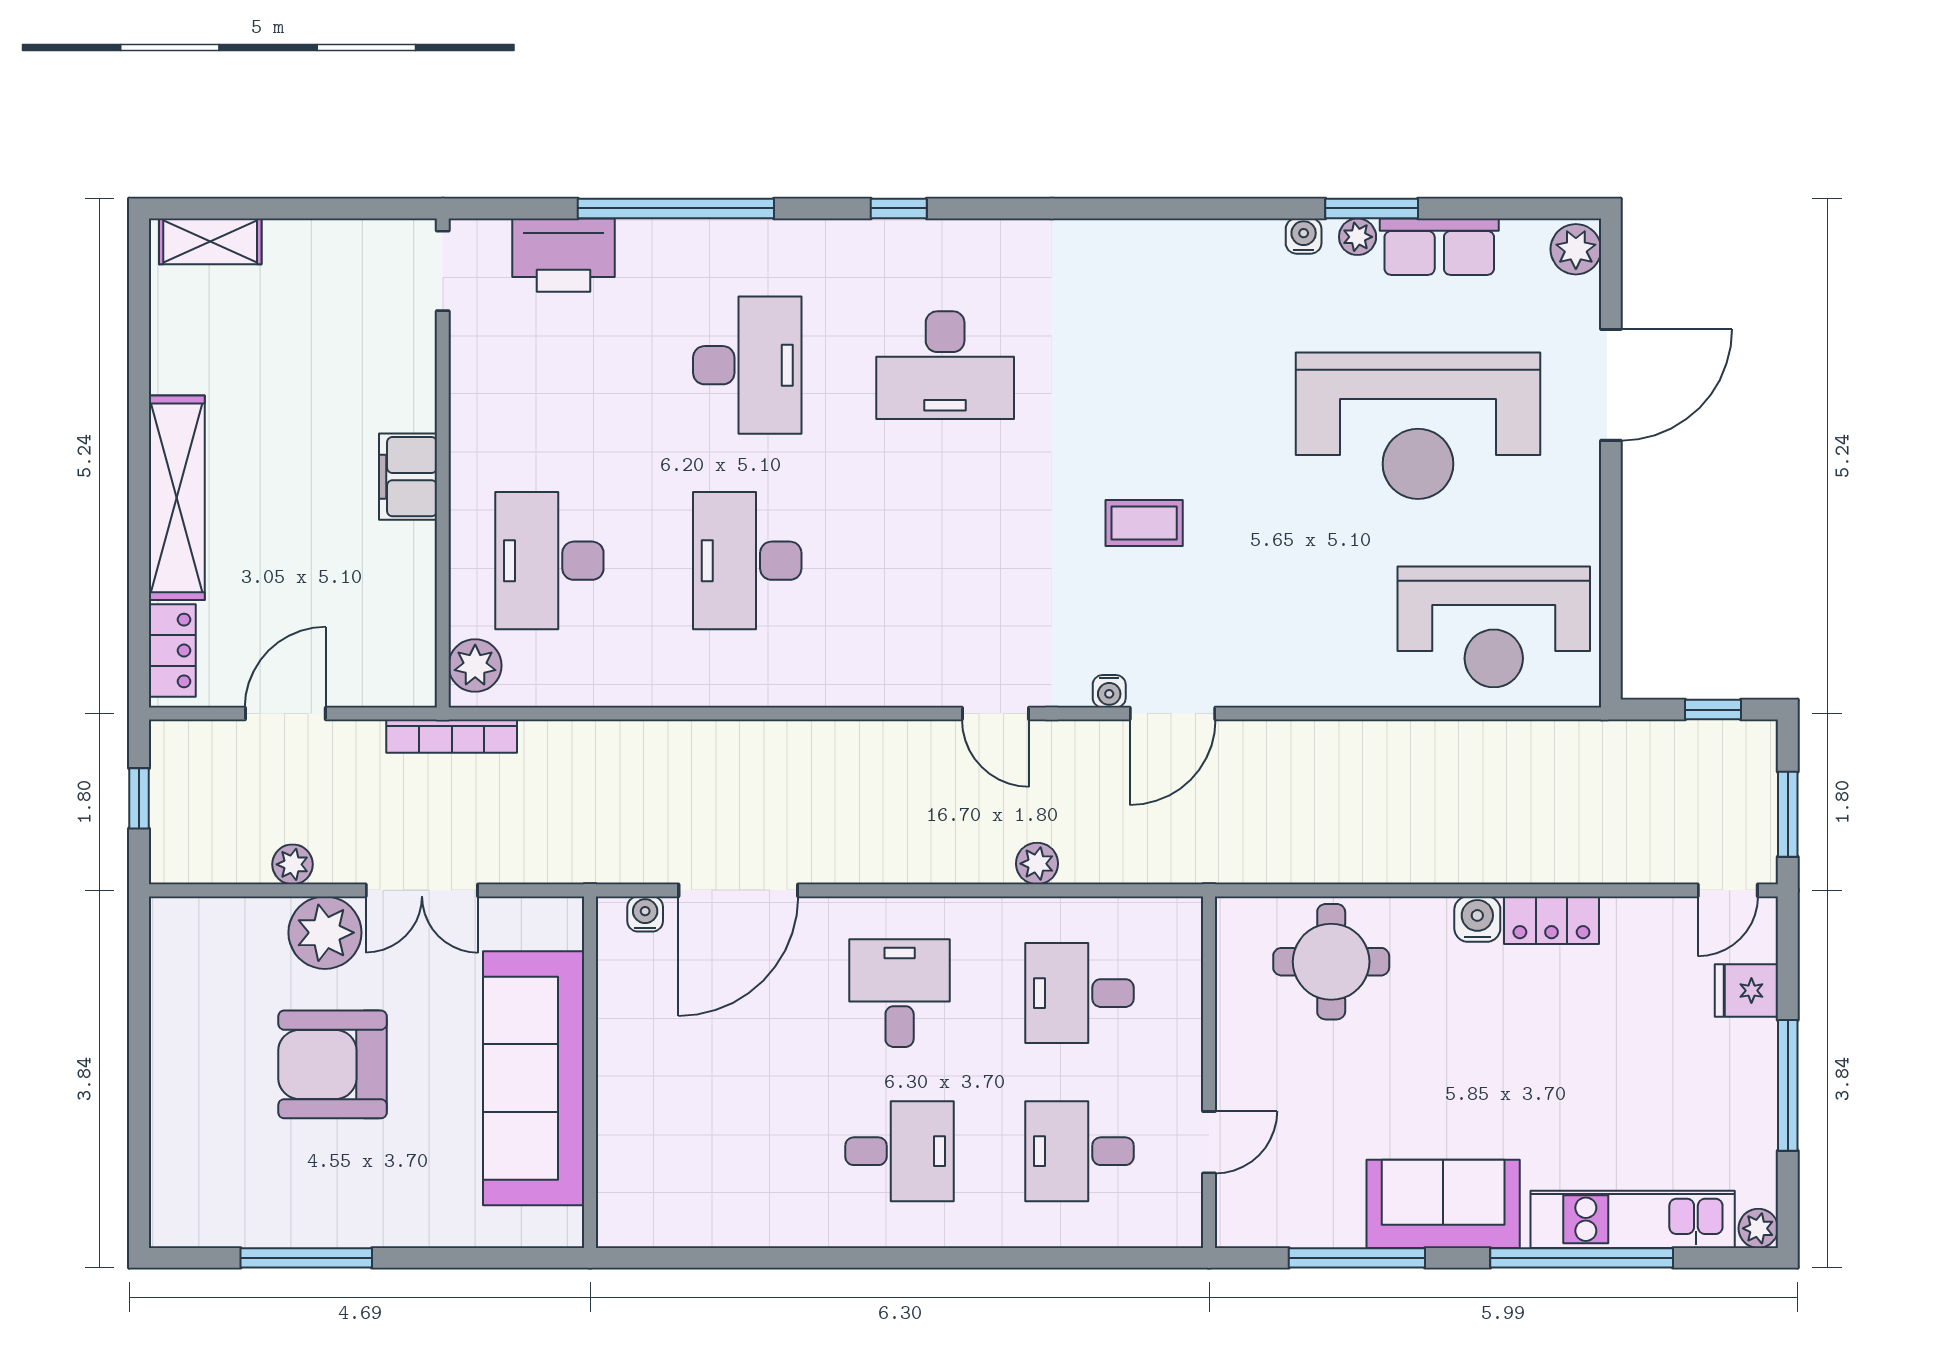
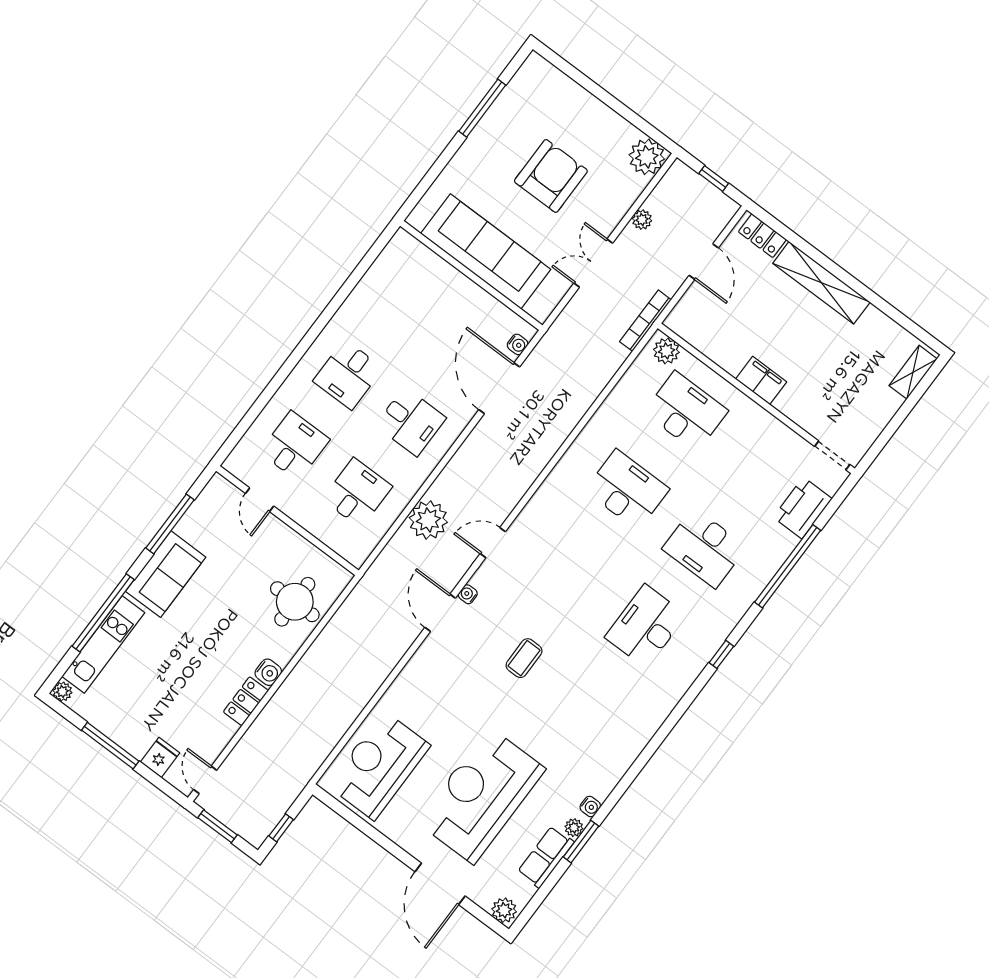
plant: (1037, 864) -> (428, 520), width x1.88, depth x1.88
plant: (325, 933) -> (647, 157), moved

